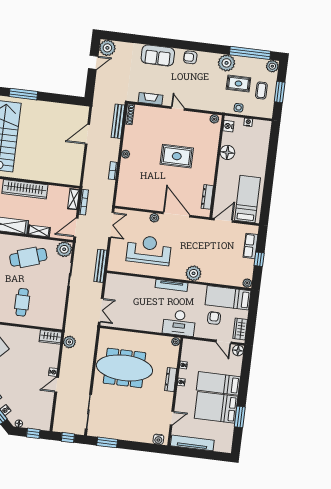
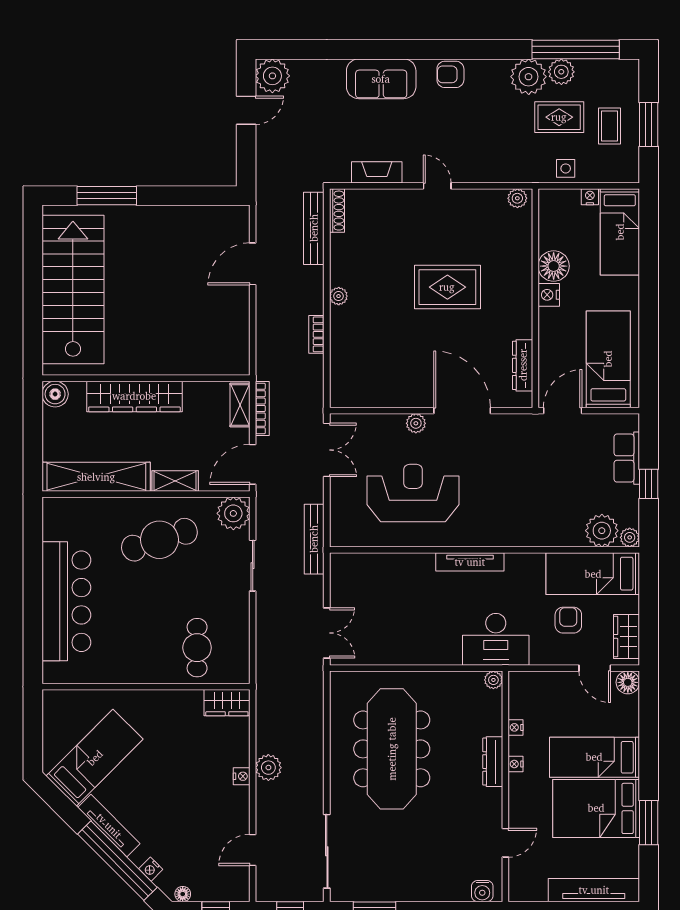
plant: (272, 66) -> (561, 72), moved
nightstand: (228, 126) -> (549, 295), moved
bed: (260, 140) -> (620, 232), added
plant: (194, 273) -> (602, 531), moved
cafe table: (22, 302) -> (197, 648), moved
plant: (69, 342) -> (268, 768), moved
meeting table: (124, 368) -> (392, 749), turned 90
door: (57, 385) -> (253, 850), moved
tv unit: (192, 443) -> (594, 890), moved

